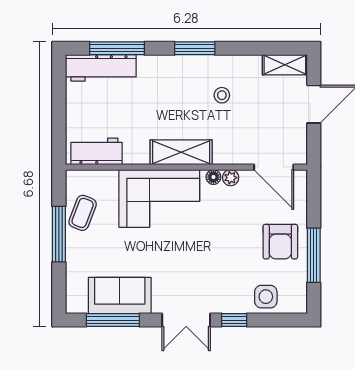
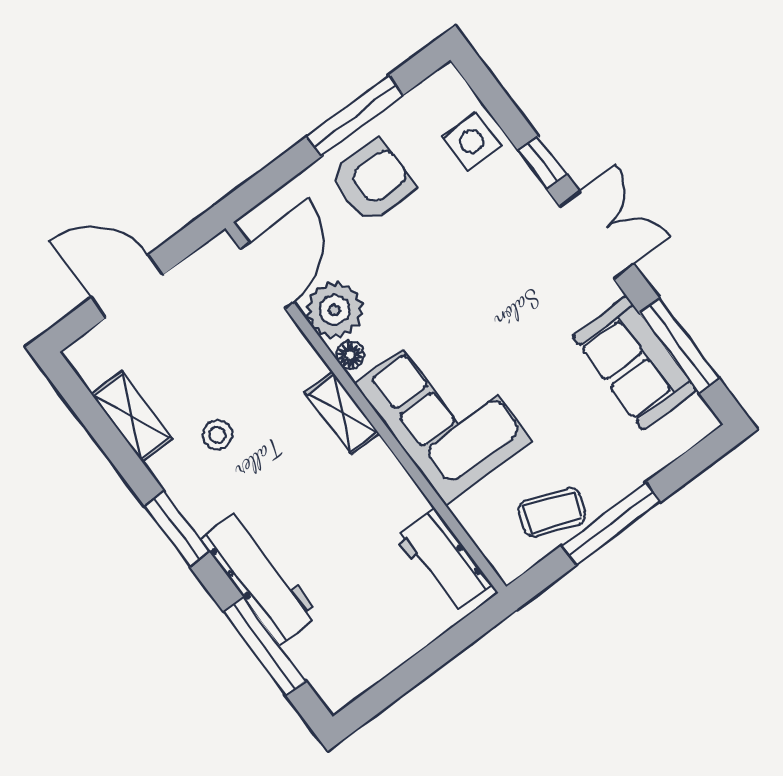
shelving: (285, 65) -> (132, 417), moved
workbench: (101, 68) -> (259, 577), moved
shelving: (181, 152) -> (342, 413), width x0.67, depth x0.75
plant: (231, 178) -> (334, 310), width x1.88, depth x1.88

